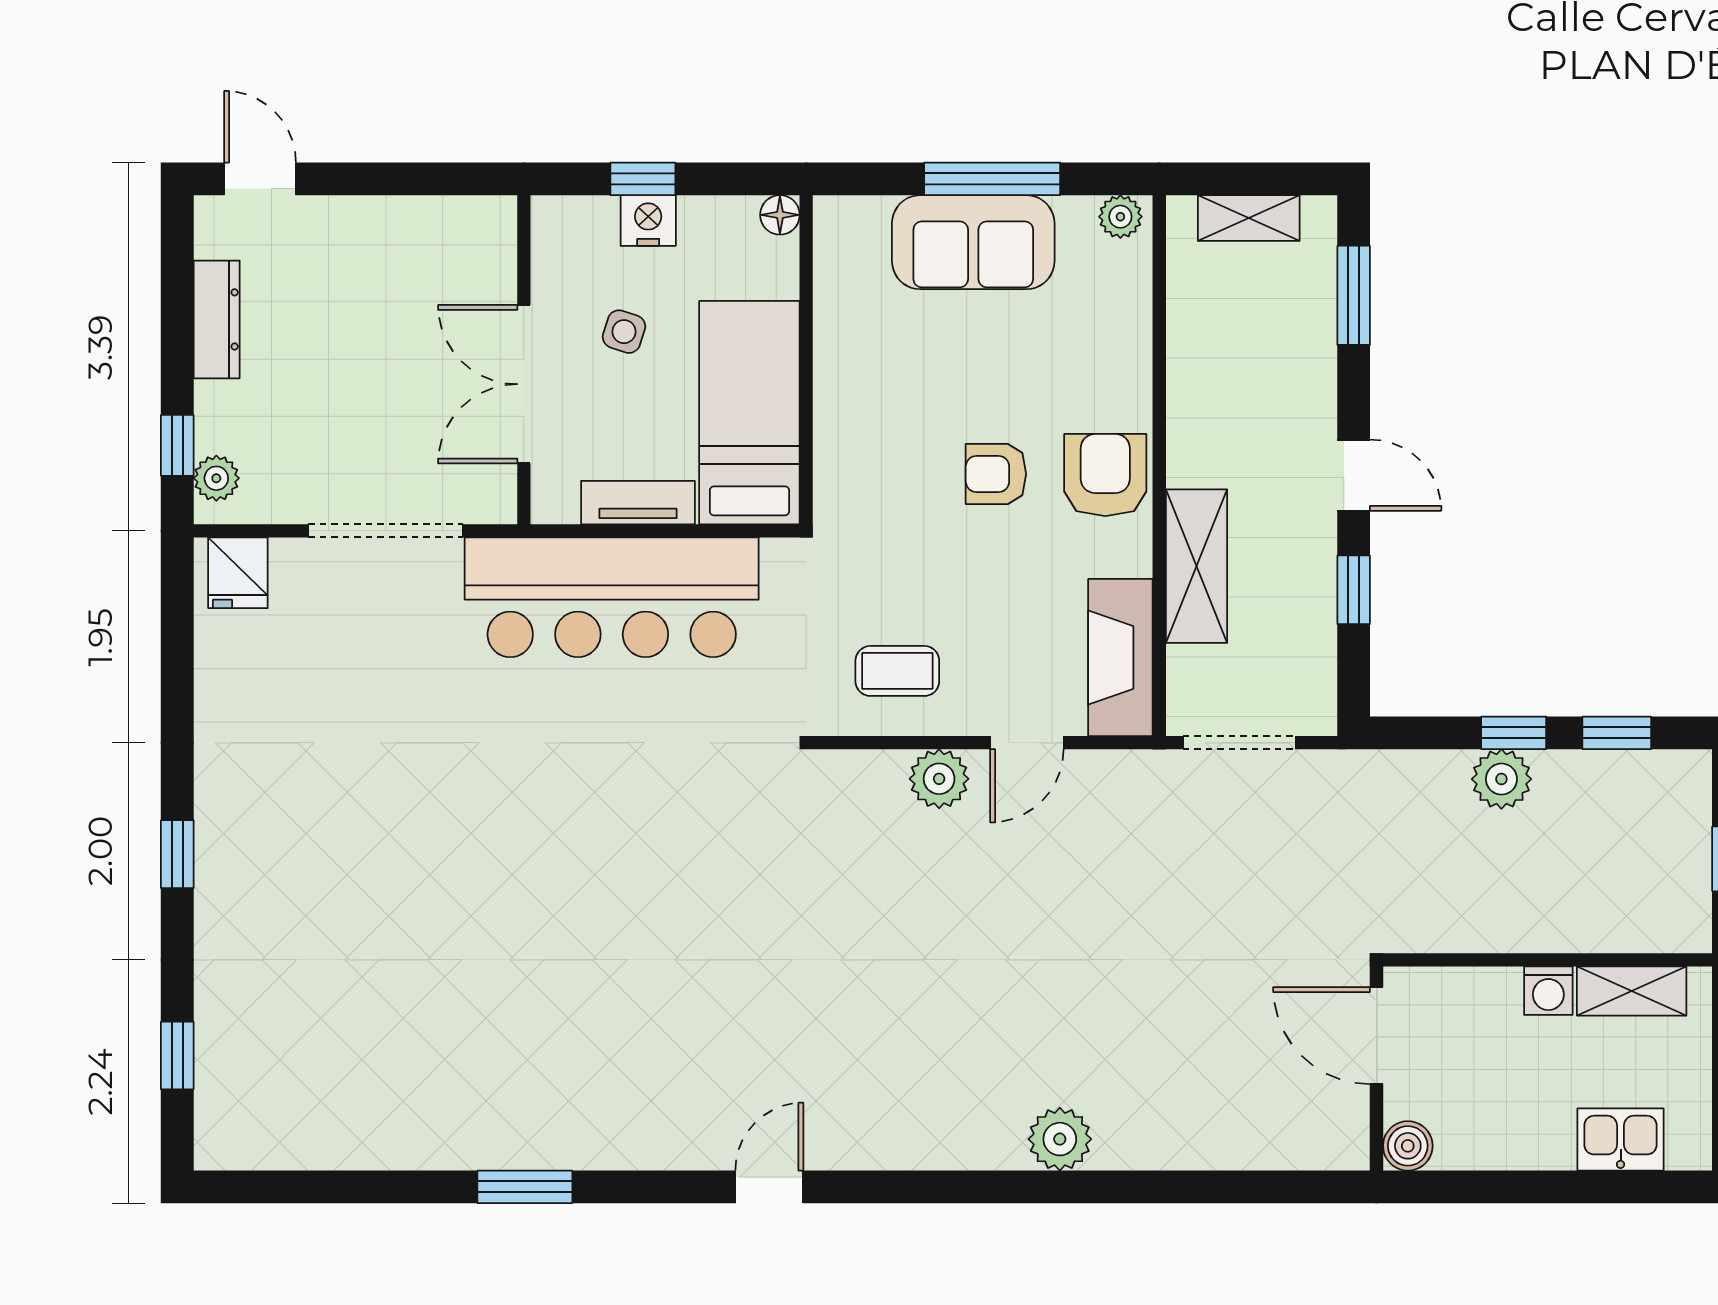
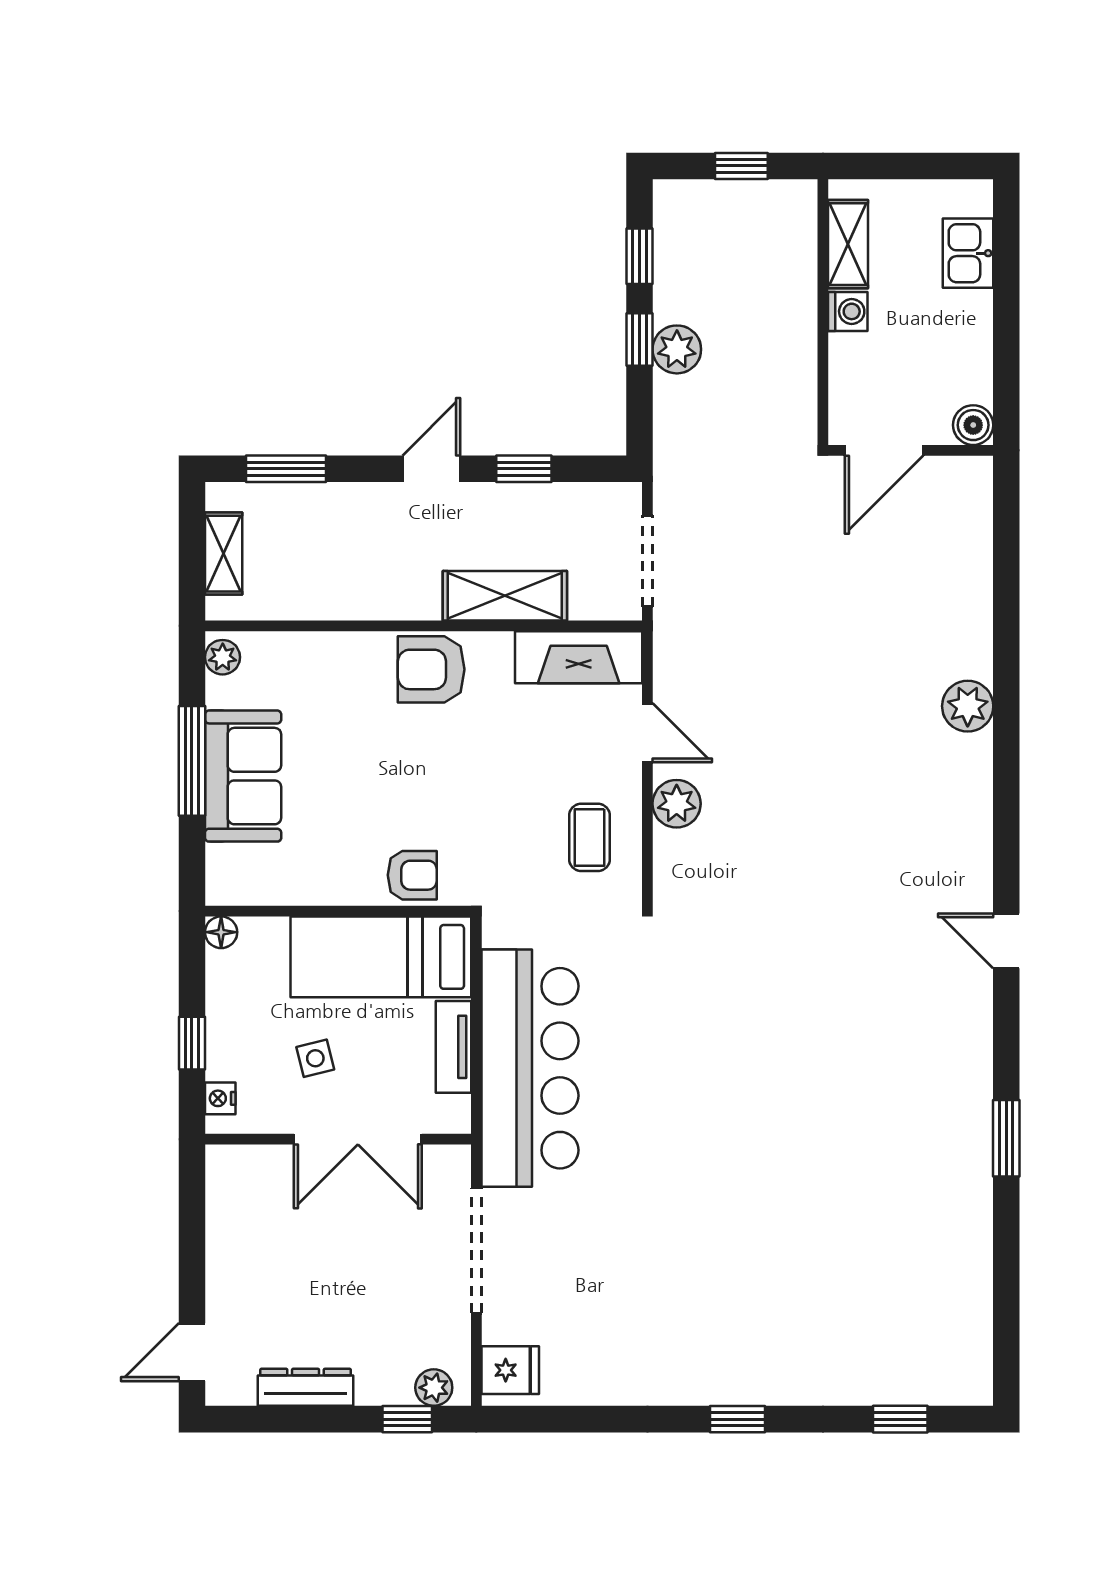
nightstand: (648, 221) -> (220, 1098), moved, width x0.72, depth x0.74
side table: (624, 332) -> (315, 1058), turned -32
armchair: (996, 474) -> (412, 875), moved, turned -90

